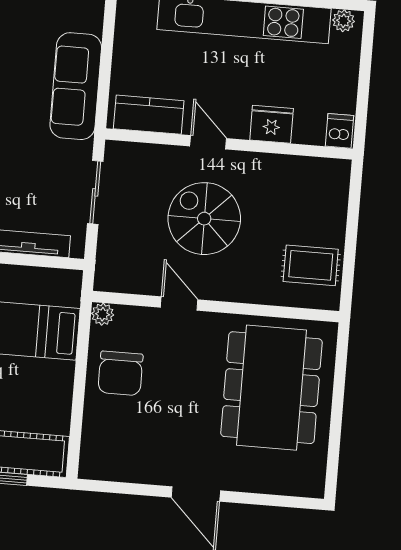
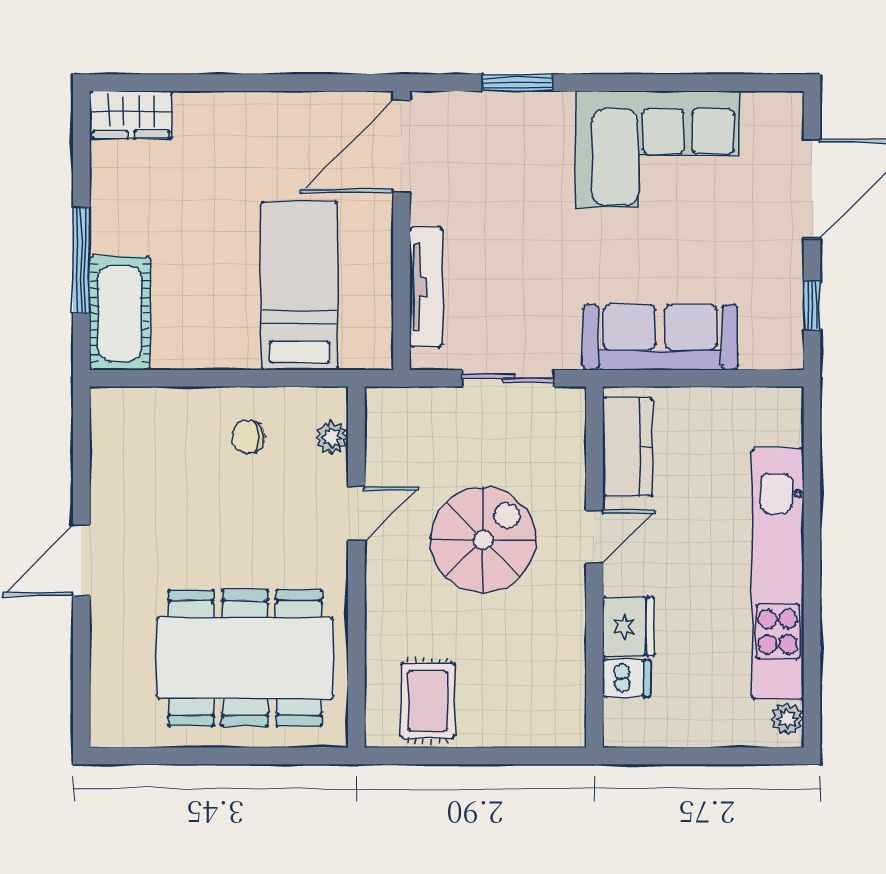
dishwasher: (339, 131) -> (627, 678), moved
plant: (103, 314) -> (332, 437), moved
chair: (120, 373) -> (248, 437), width x0.54, depth x0.54

